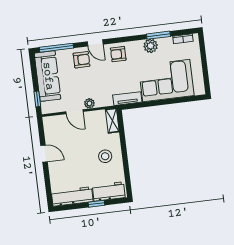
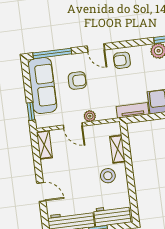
armchair: (82, 60) -> (77, 81), moved
shelving: (112, 121) -> (118, 149), moved
shelving: (49, 129) -> (44, 145), added
door: (44, 154) -> (41, 192), moved

